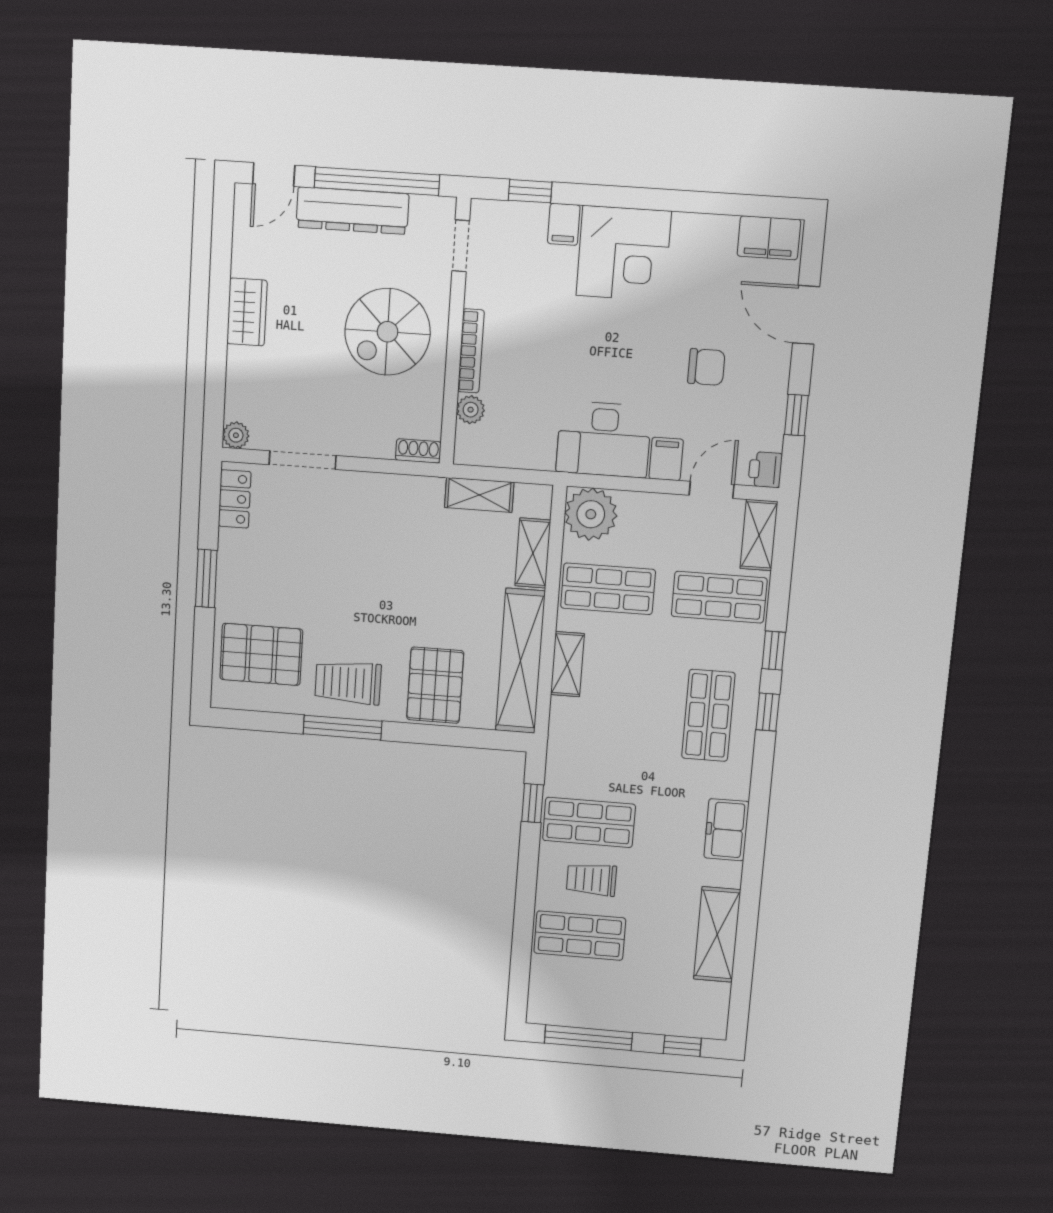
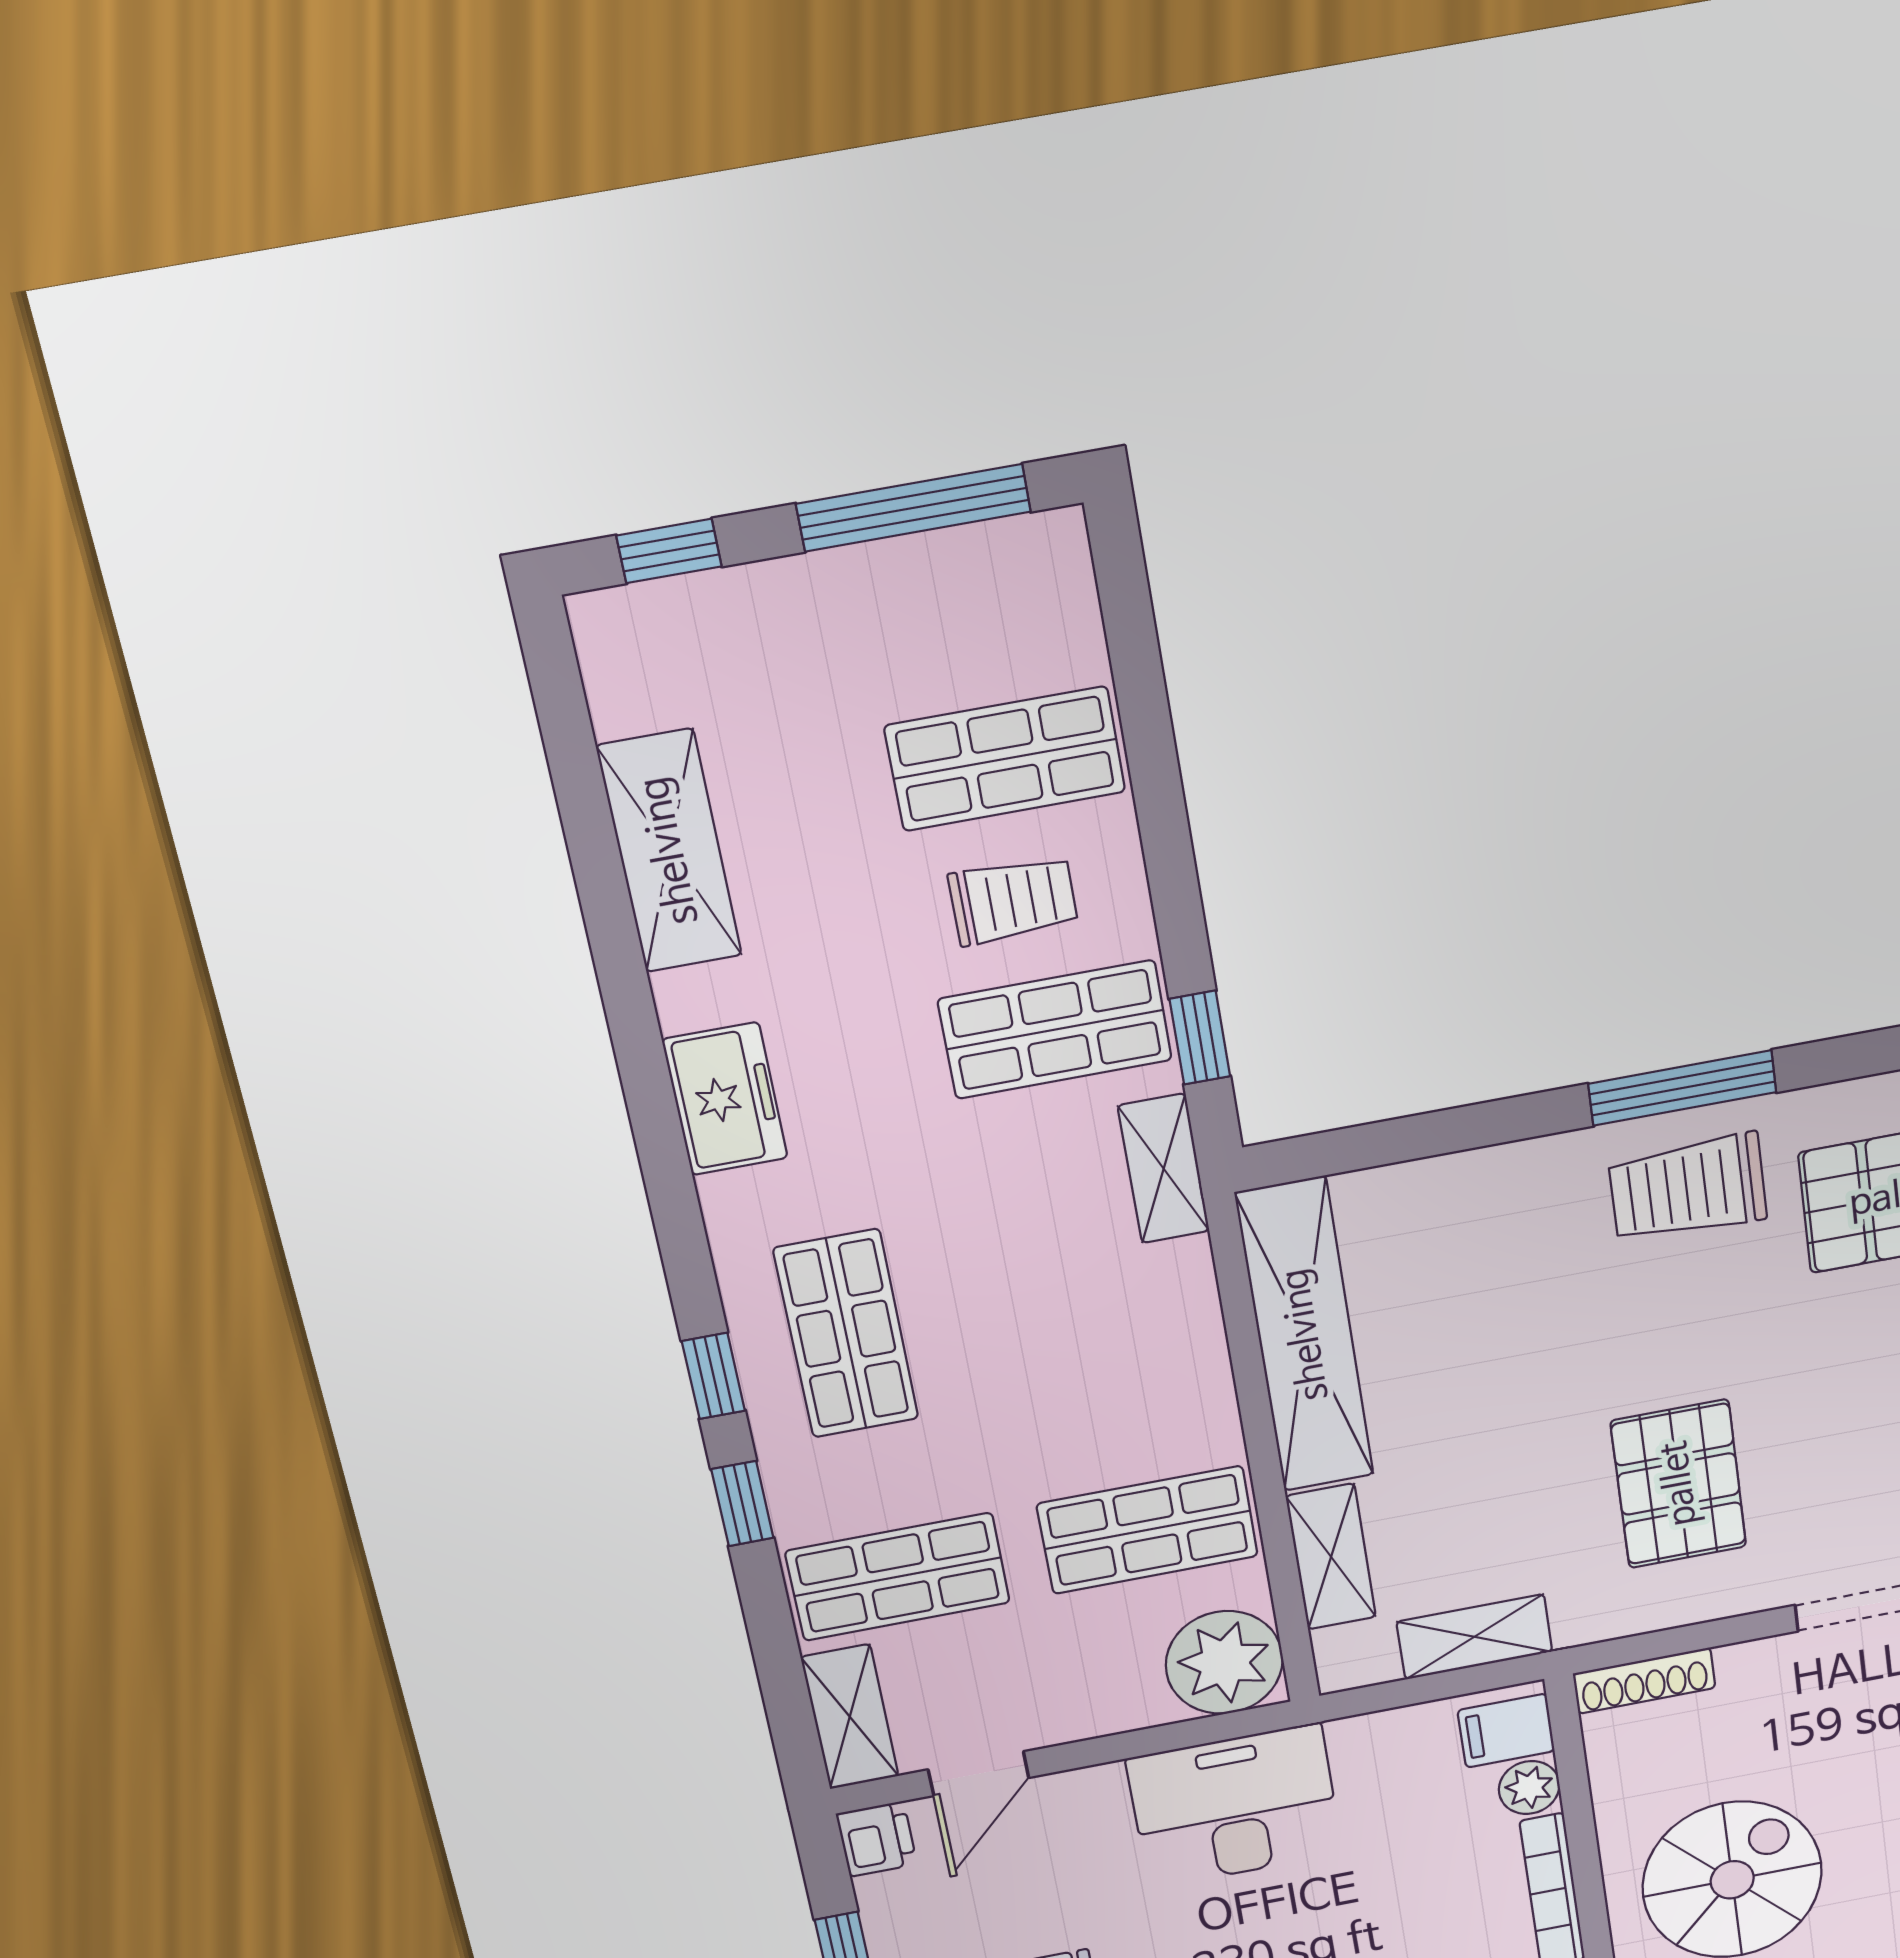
shoe rack: (418, 451) -> (1644, 1681), width x1.43
filing cabinet: (666, 459) -> (1506, 1731), moved, turned 90
shelving: (567, 664) -> (1164, 1169), moved
trolley: (348, 683) -> (1688, 1188), turned 180
pallet: (435, 685) -> (1679, 1484), moved

